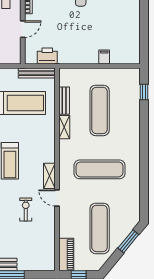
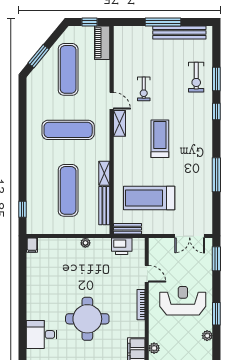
door: (23, 29) -> (147, 274), swing flipped
filing cabinet: (104, 57) -> (32, 245), moved
plant: (83, 59) -> (85, 243), added
bench: (37, 73) -> (127, 229), width x0.73
bench: (64, 101) -> (104, 206), width x1.36

